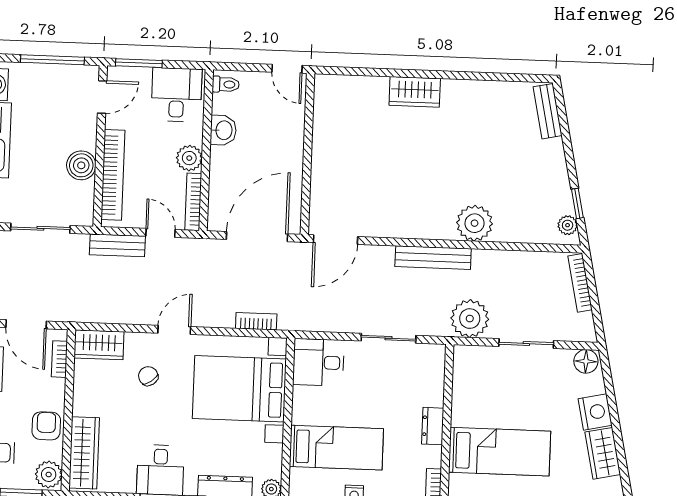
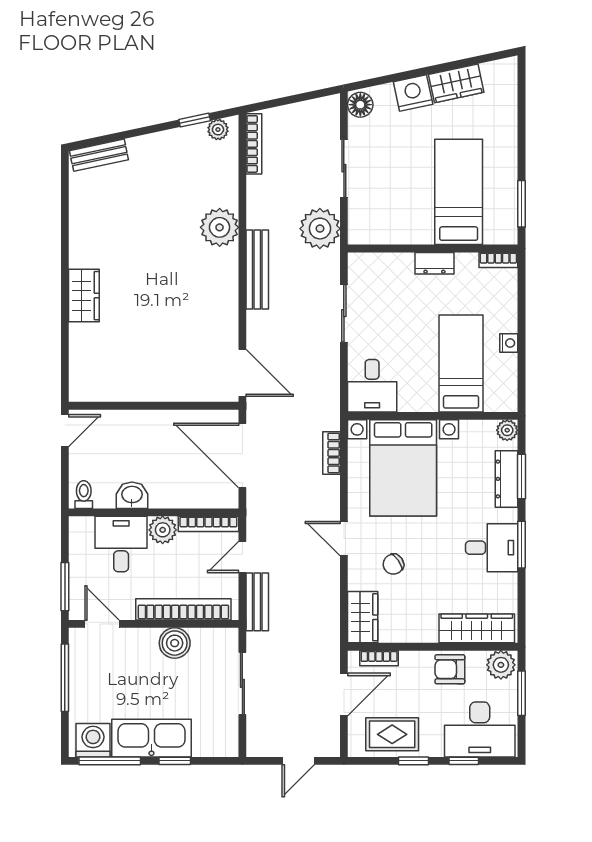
desk: (177, 95) -> (121, 544), moved, turned 90
bookcase: (580, 283) -> (254, 144), moved, turned -78

